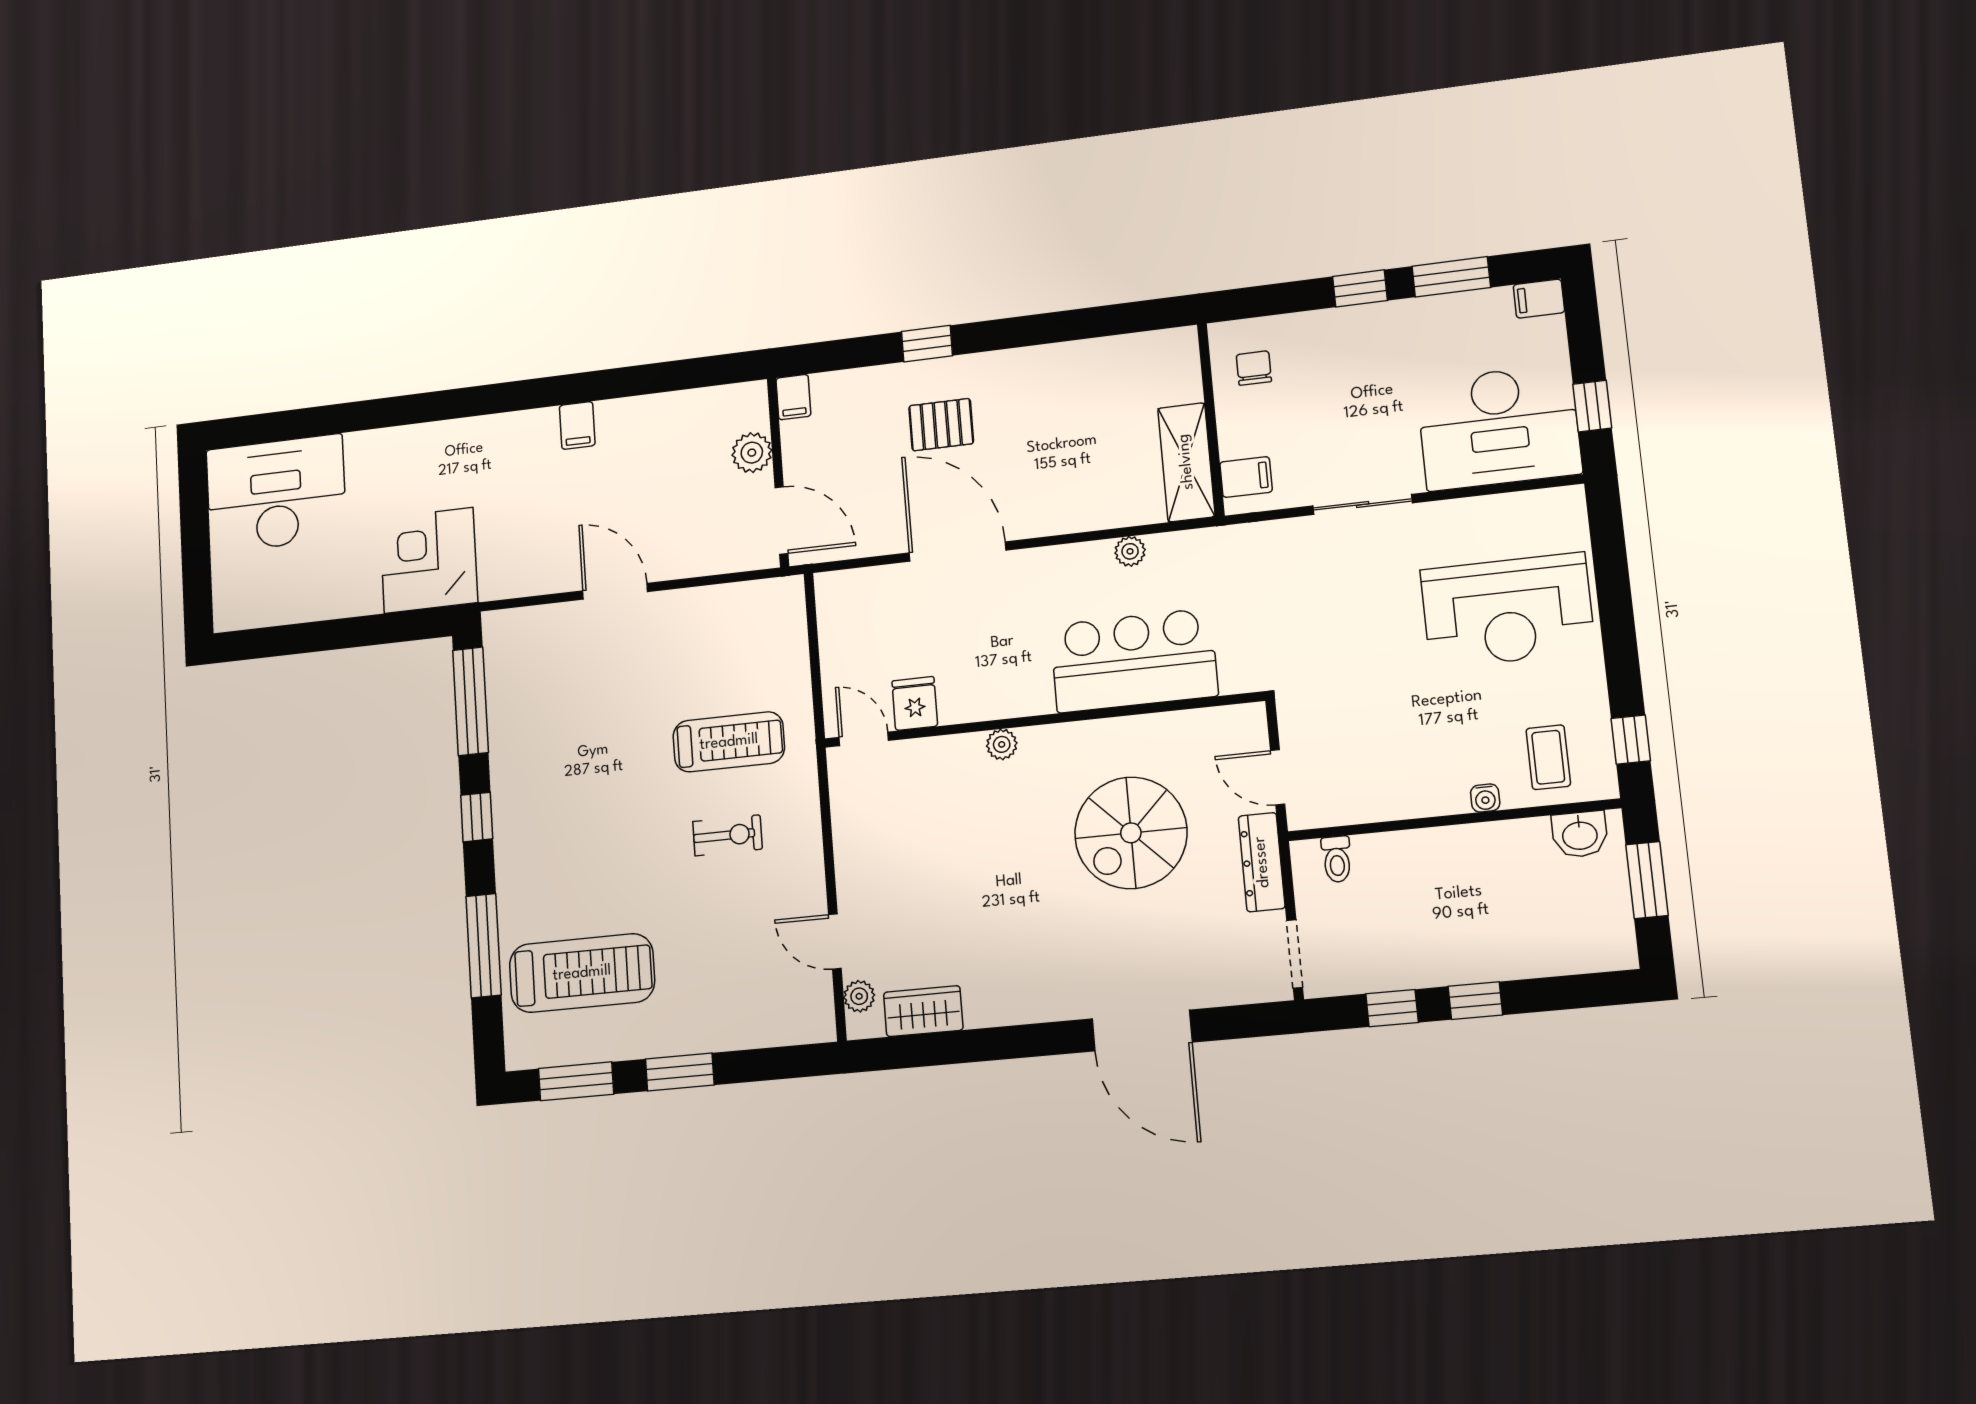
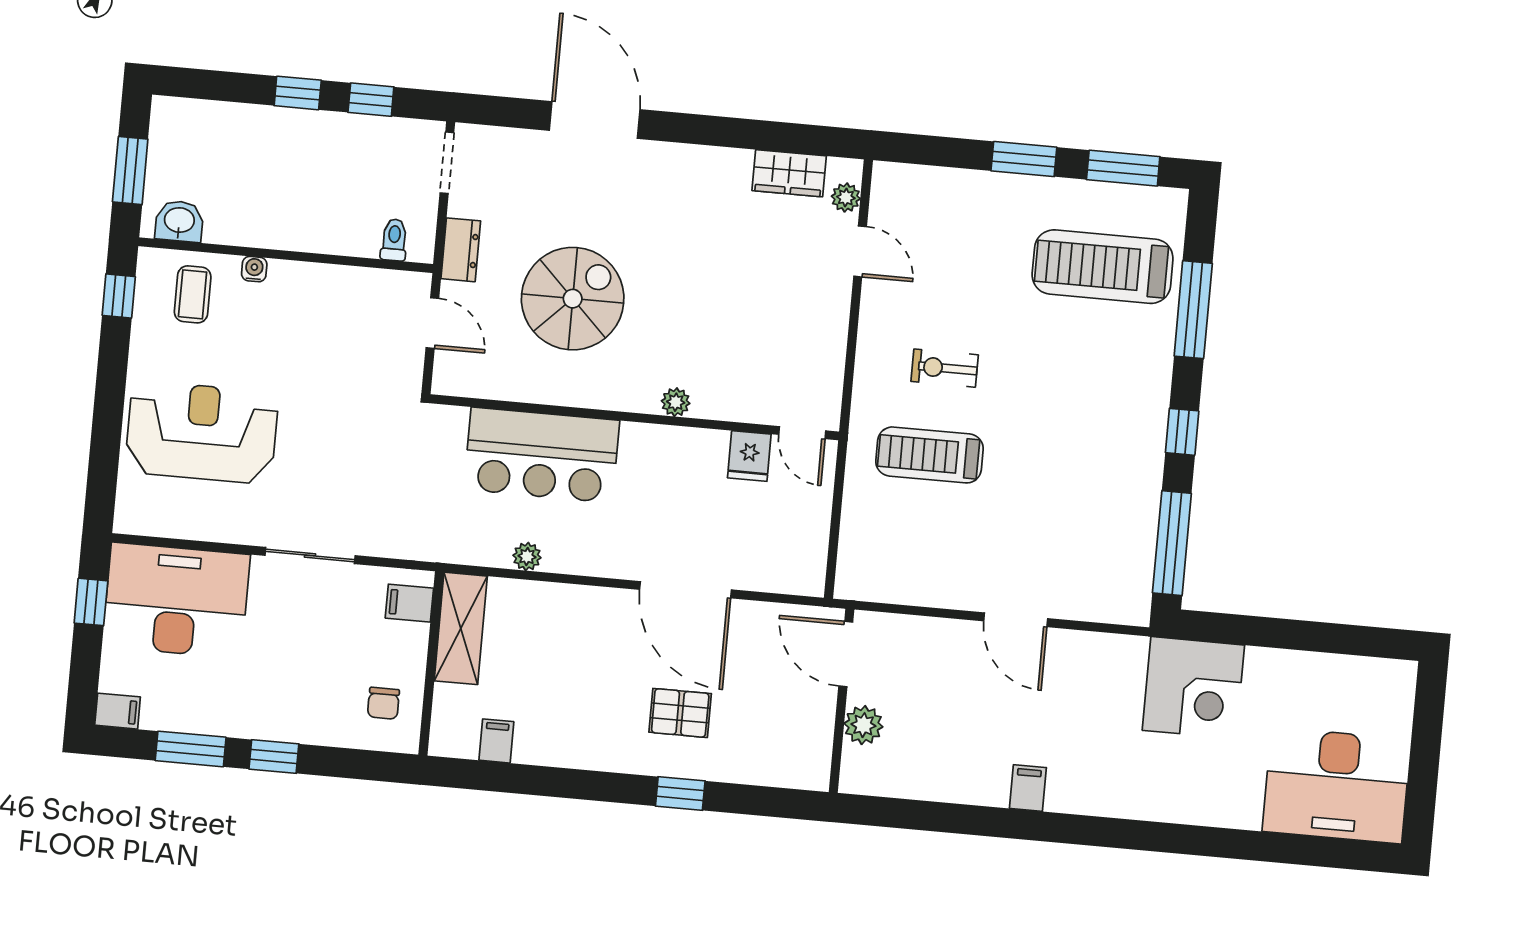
filing cabinet: (793, 397) -> (496, 741), moved
dresser: (1262, 862) -> (461, 250), width x0.70

